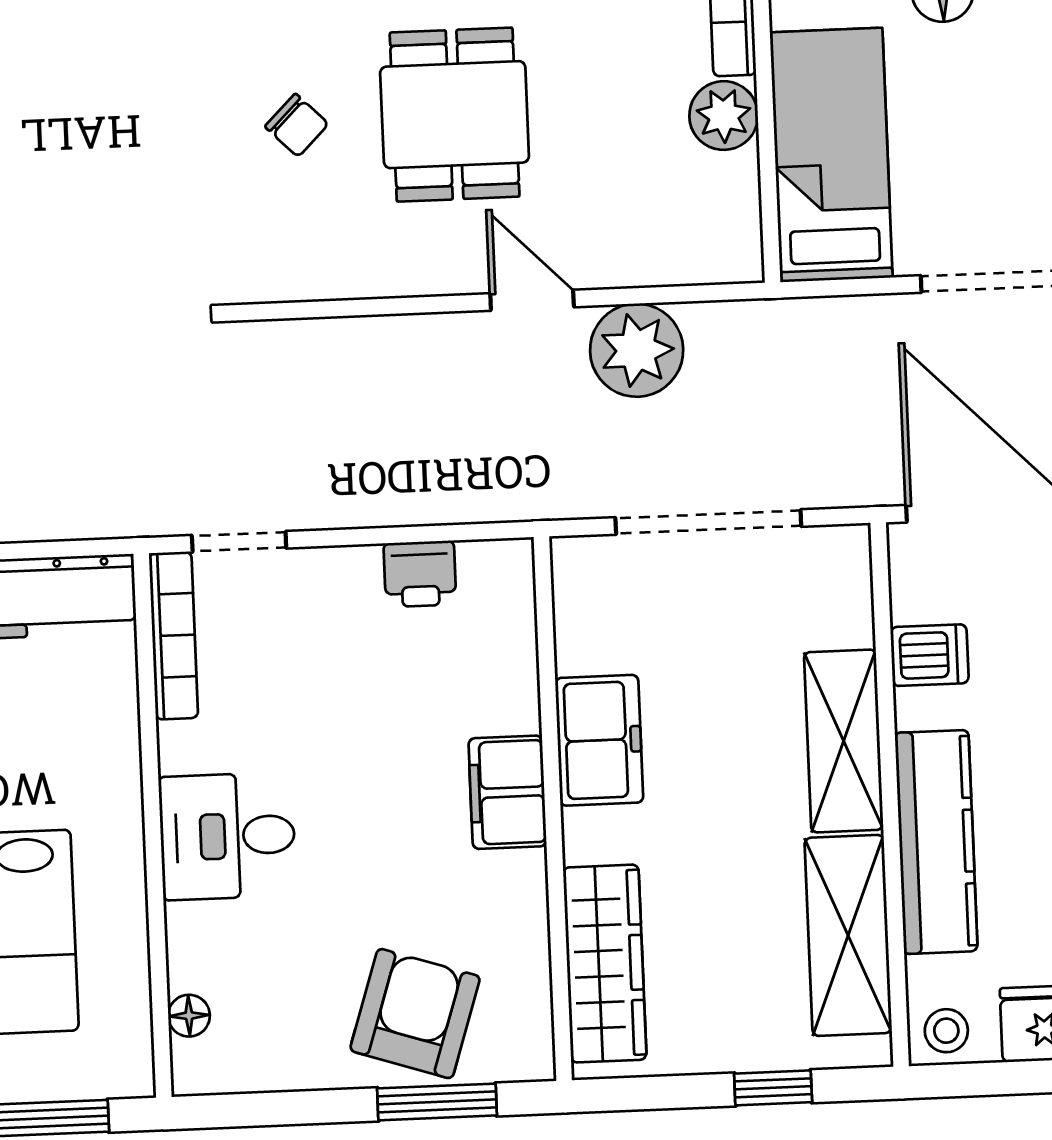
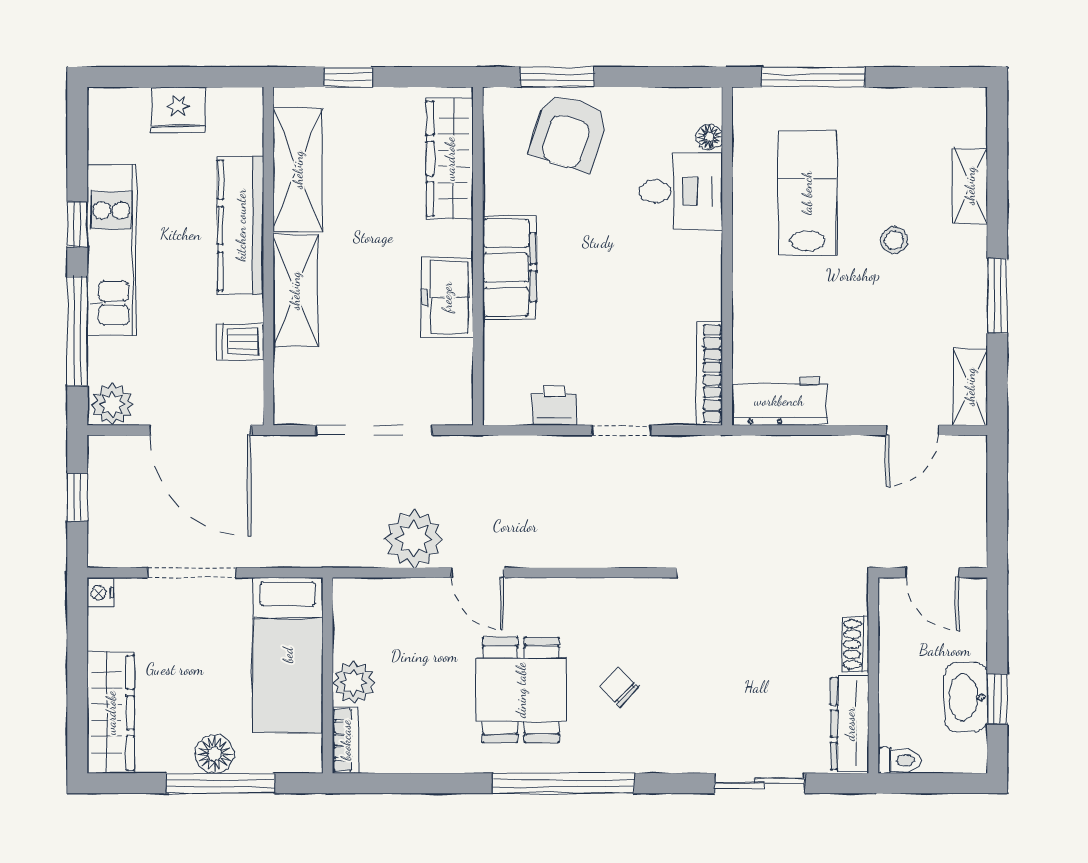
doorway: (239, 542) -> (622, 430), moved
filing cabinet: (508, 792) -> (509, 268), width x1.50, depth x1.17
desk: (227, 836) -> (681, 192), moved
stool: (946, 1031) -> (239, 108), removed

